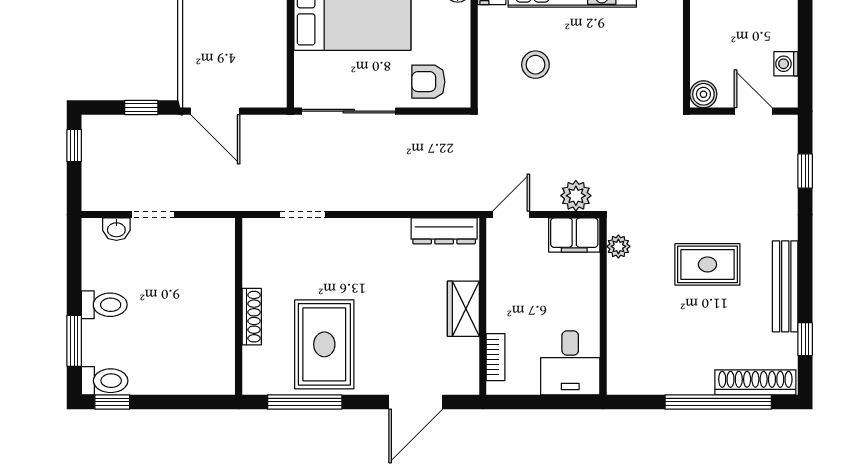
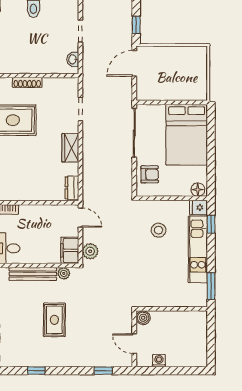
armchair: (428, 82) -> (150, 174), turned 90
door: (753, 111) -> (134, 344), swing flipped
washbasin: (116, 229) -> (73, 59), moved
dresser: (444, 231) -> (72, 188), width x0.70
bench: (785, 286) -> (33, 274), moved
wardrobe: (463, 309) -> (70, 148), moved, turned -90
window: (805, 339) -> (36, 371), moved

